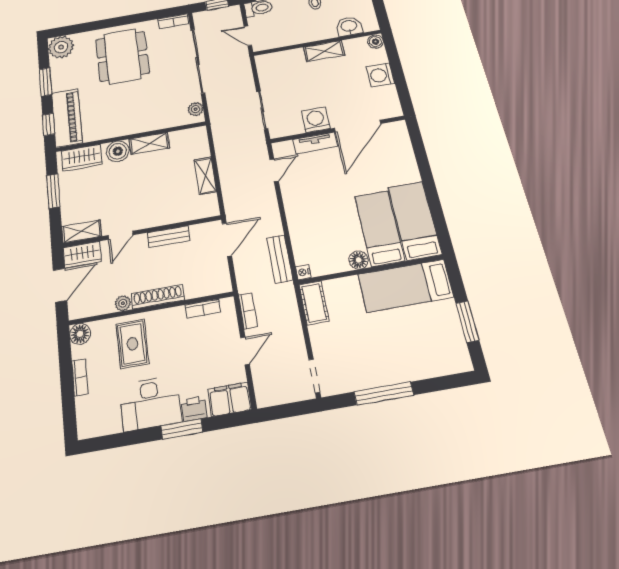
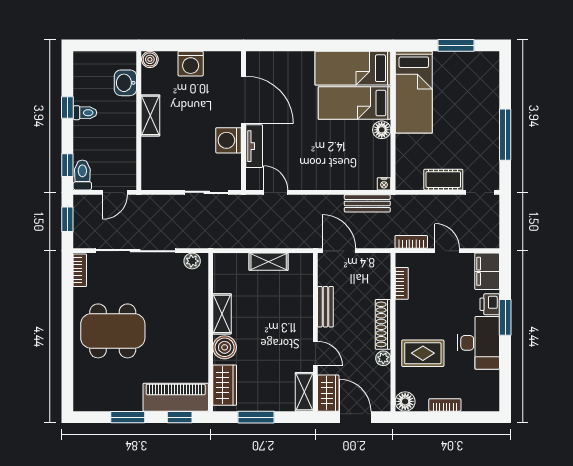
plant: (61, 47) -> (87, 397), removed
cot: (314, 303) -> (443, 180), moved

